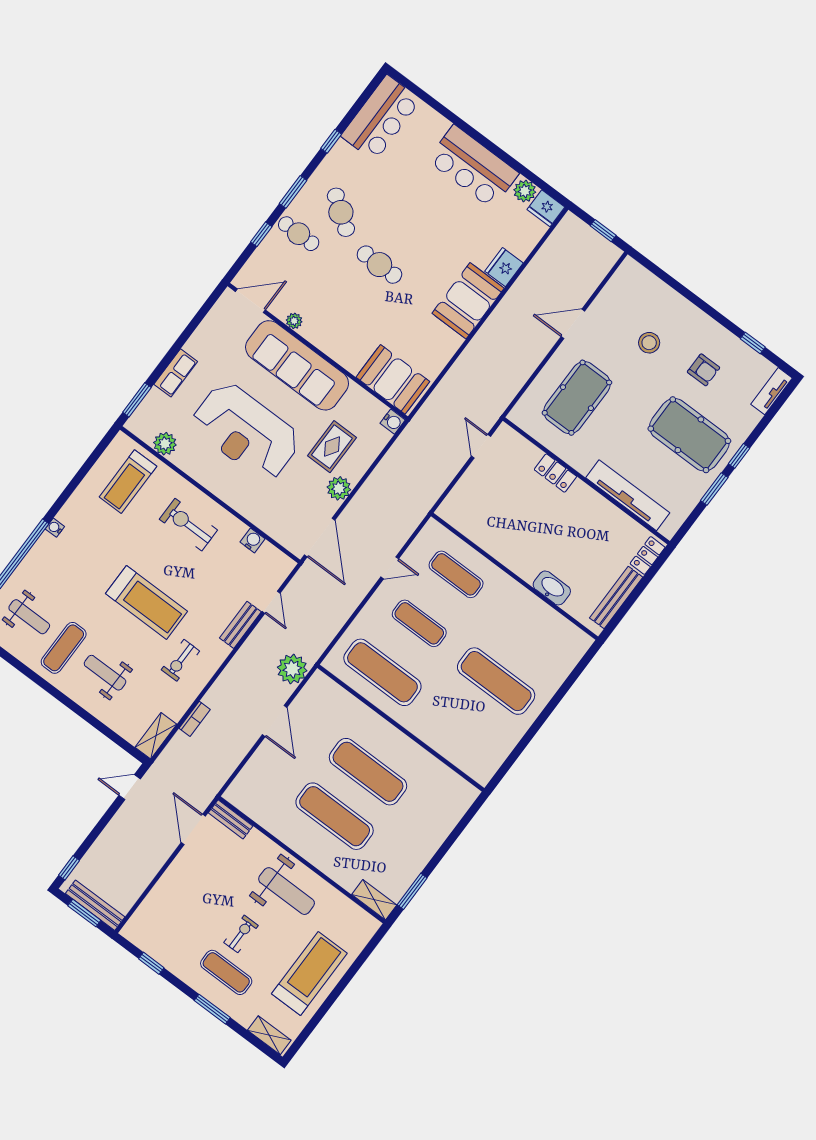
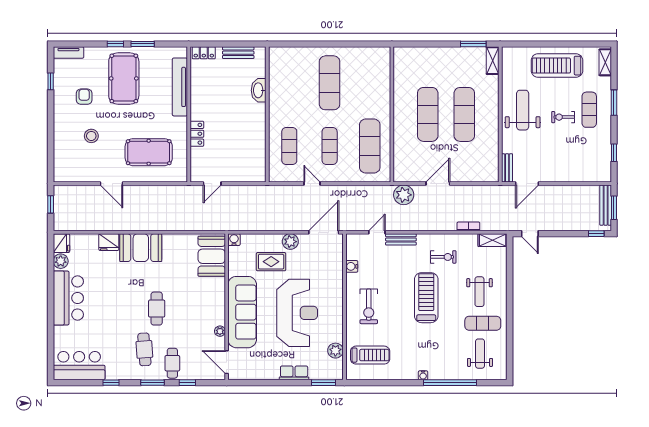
cafe table: (341, 212) -> (144, 349), turned -40
bench: (616, 598) -> (238, 53), width x0.73

